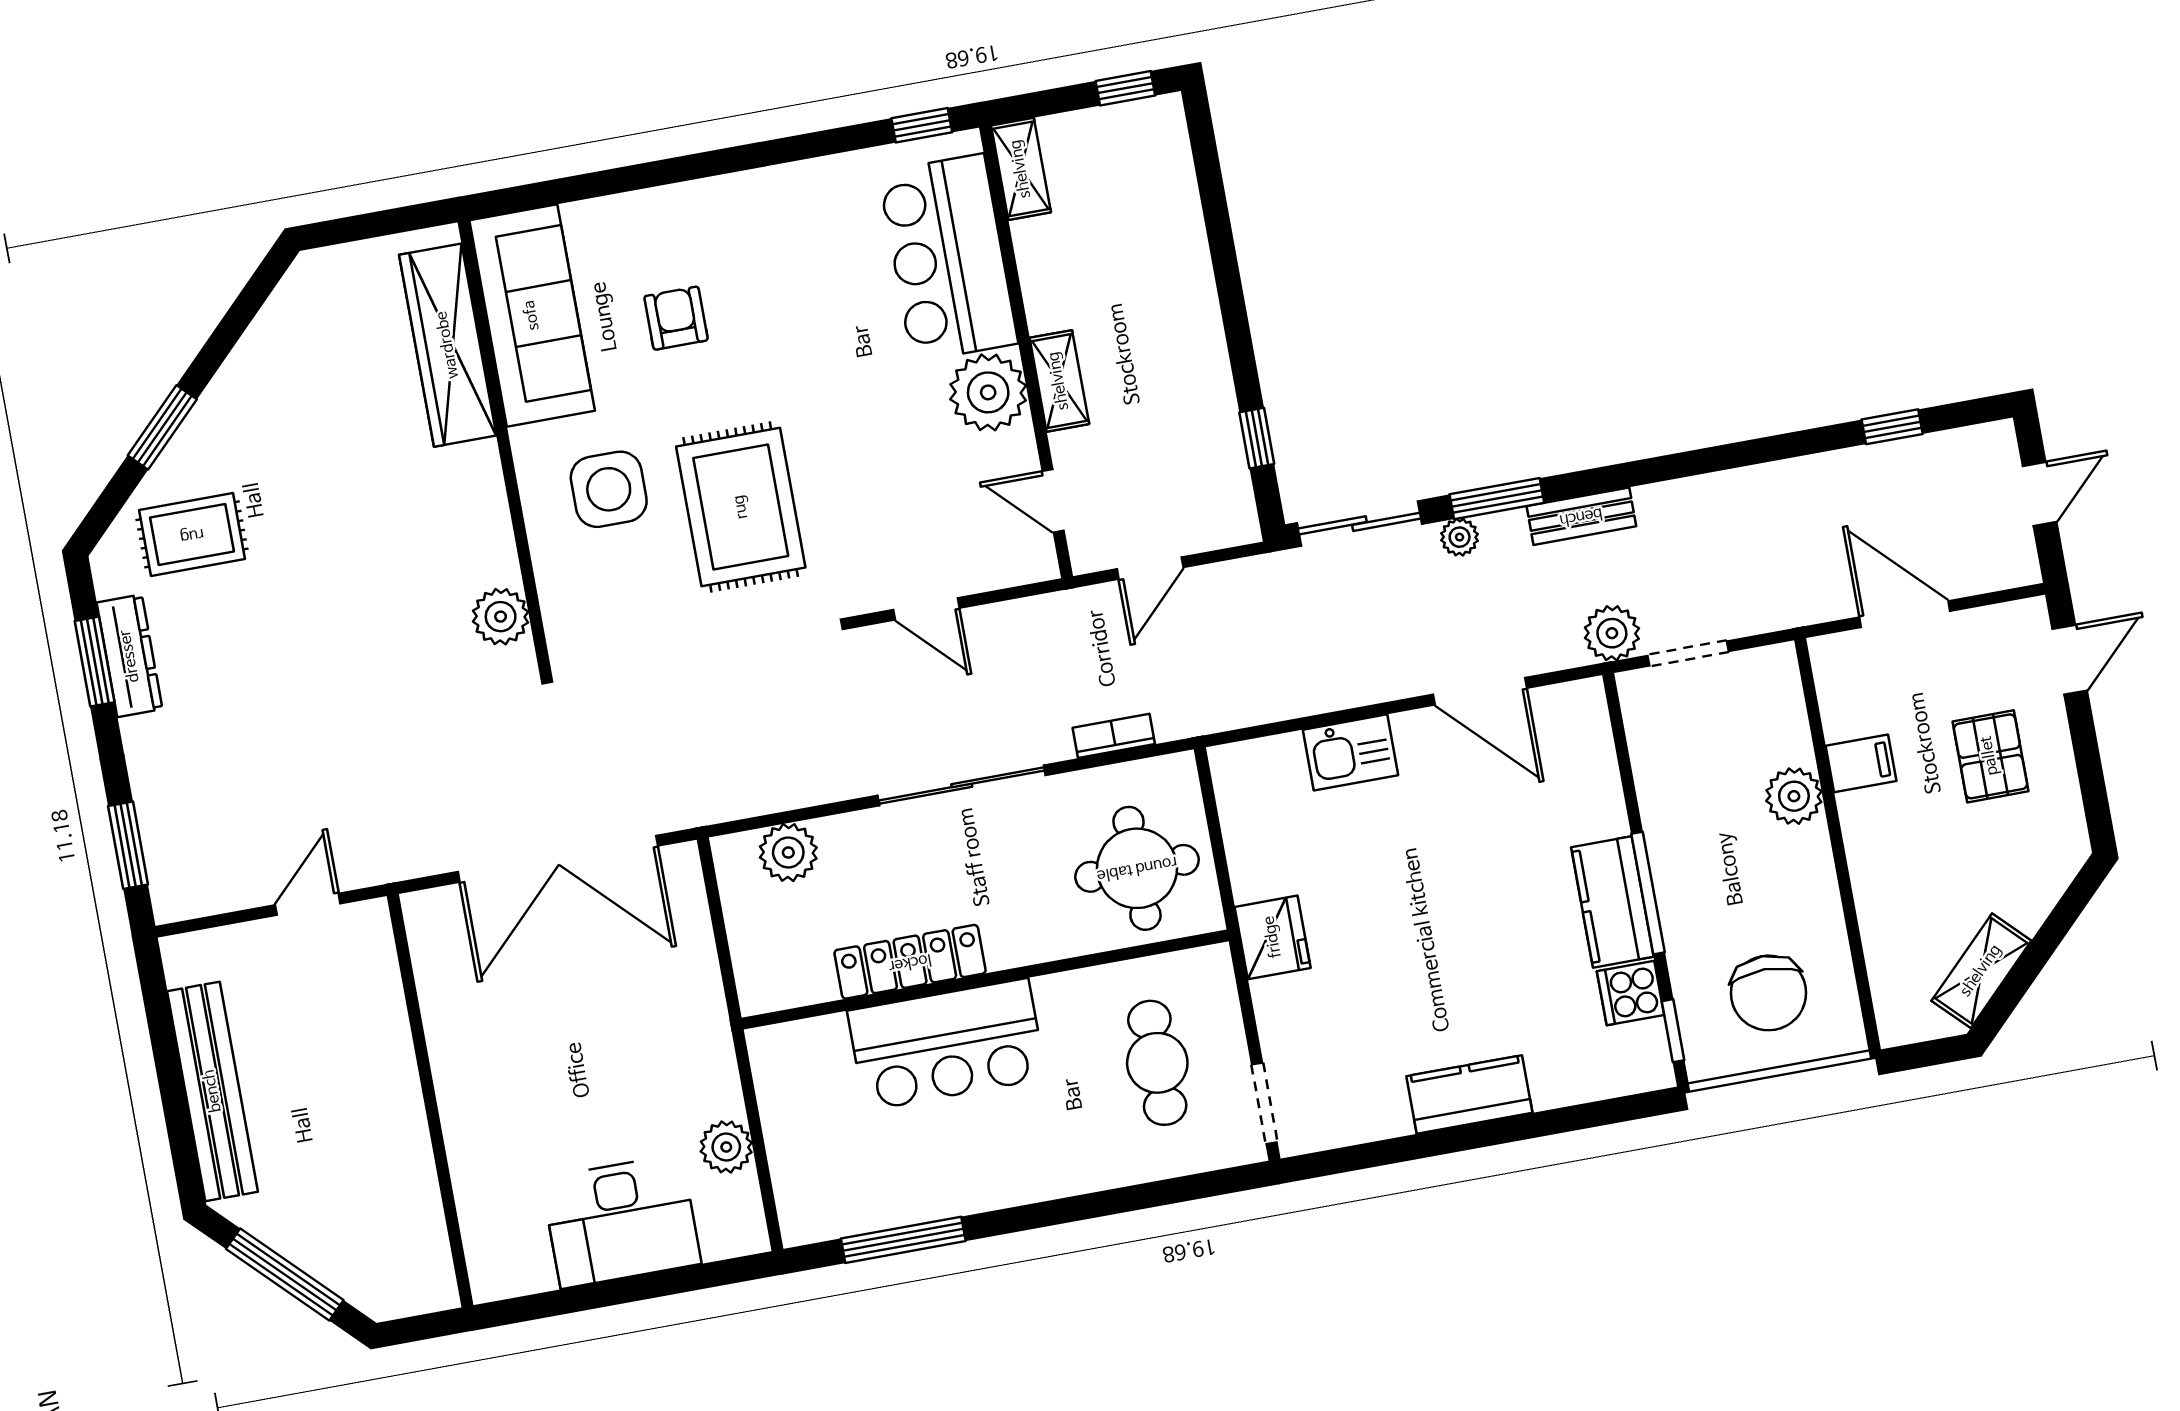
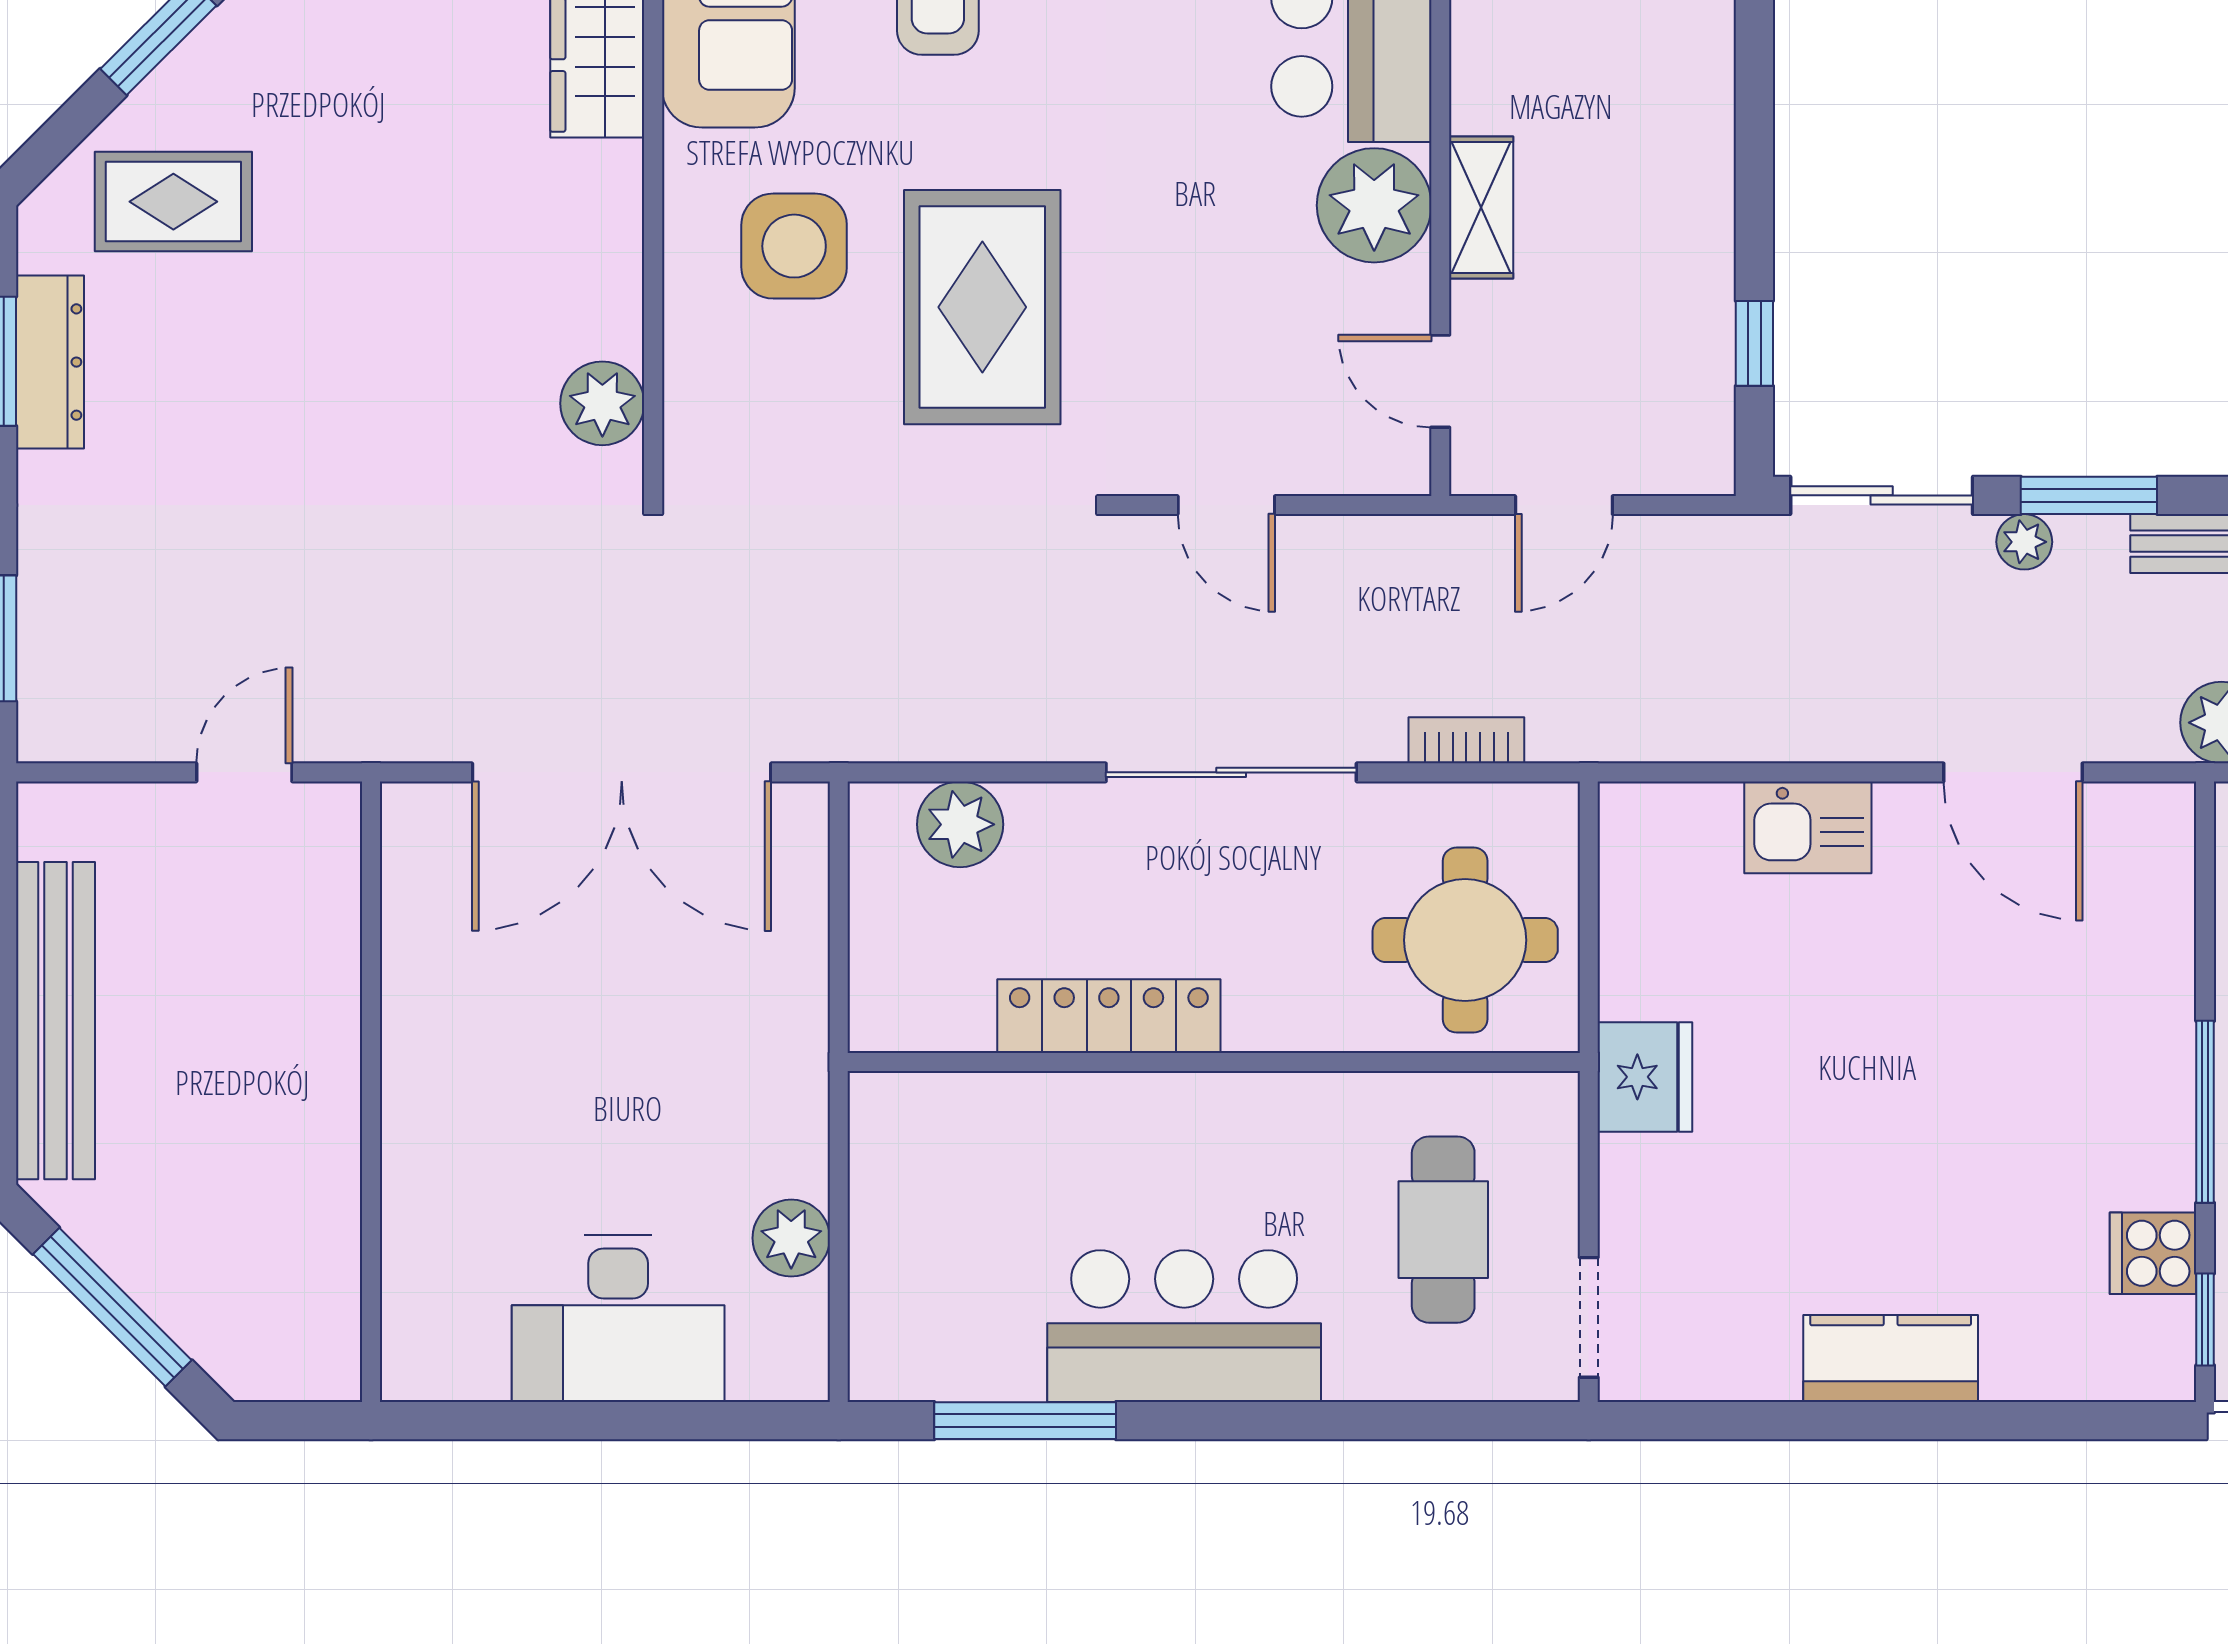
kitchen counter: (1612, 902) -> (2151, 1115), removed
bar counter: (947, 1045) -> (1184, 1326), moved, turned 180

